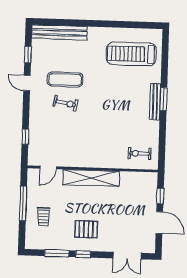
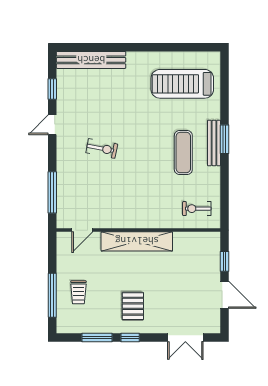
exercise mat: (65, 80) -> (183, 153), moved, turned 90
door: (27, 83) -> (52, 125), hinge flipped
window: (25, 137) -> (52, 192), width x2.17
window: (23, 203) -> (52, 295), moved
pallet: (86, 229) -> (133, 306), turned 90

